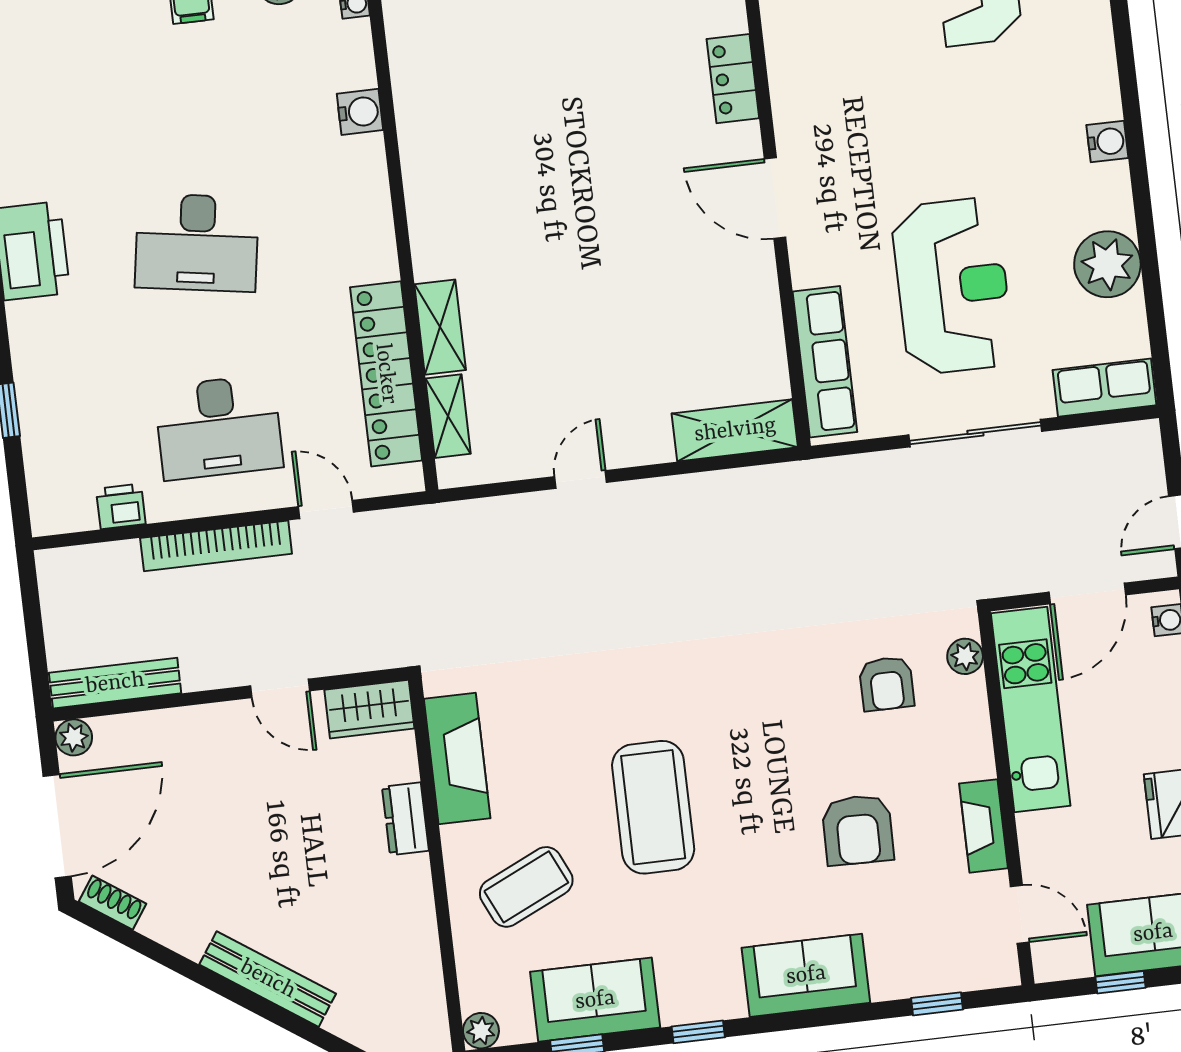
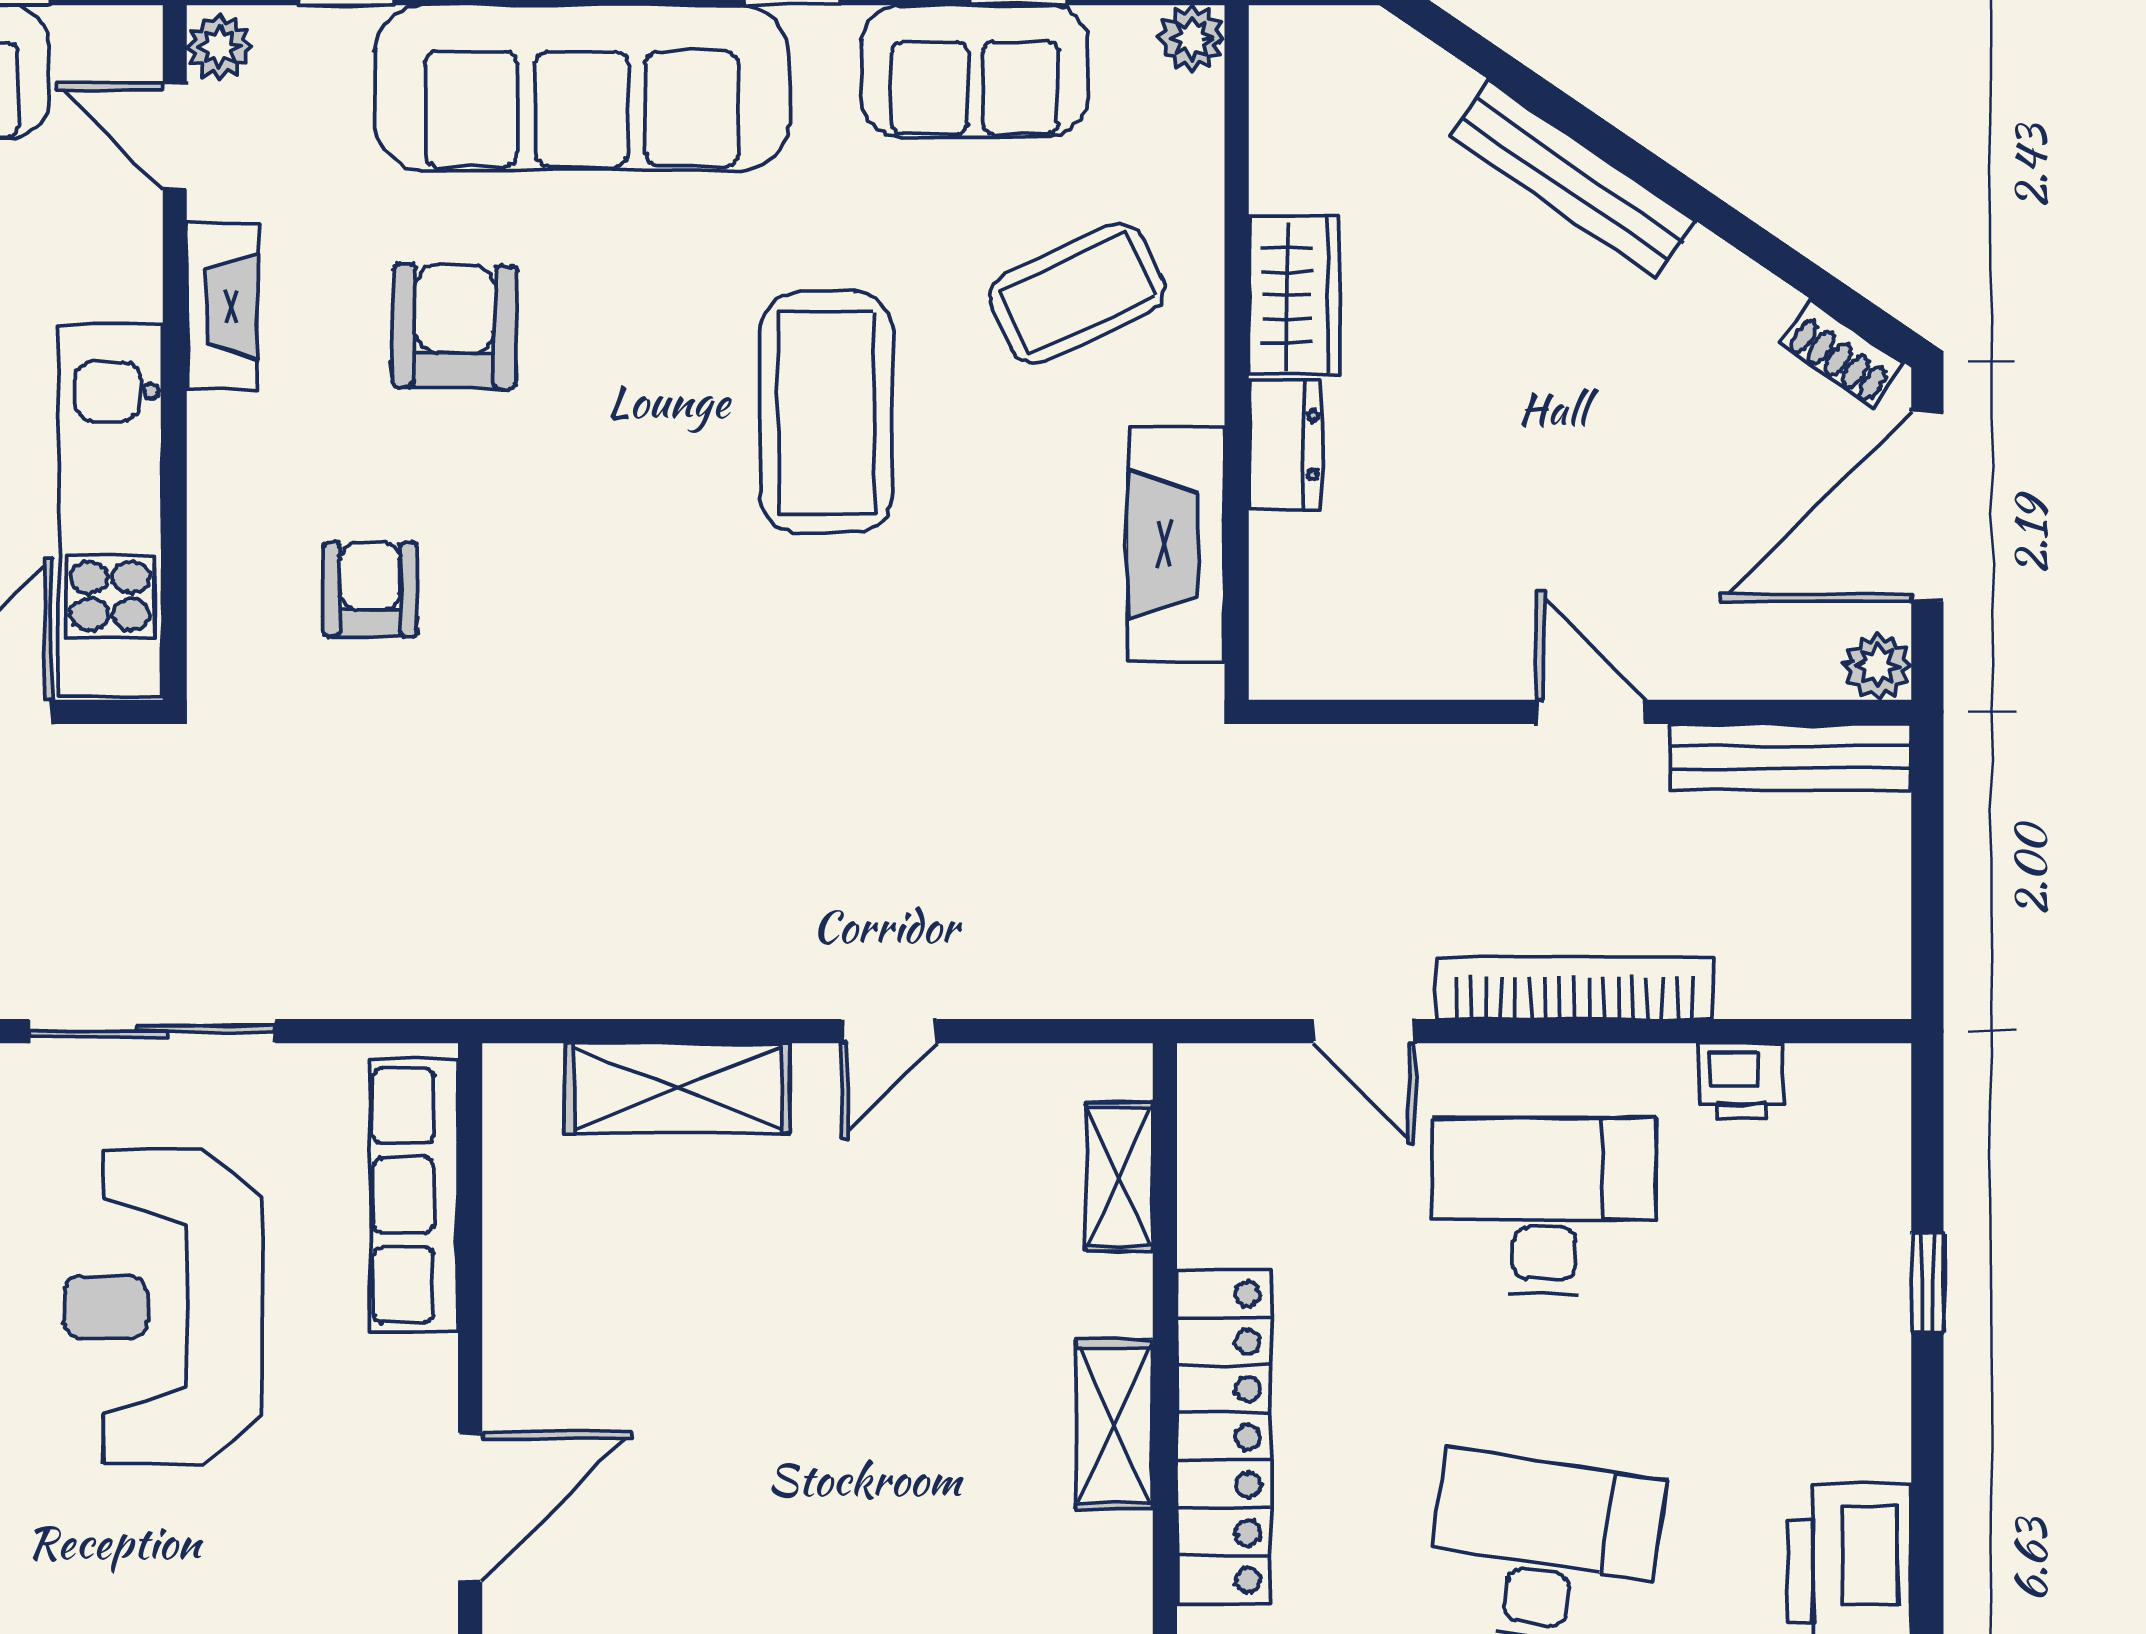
door: (775, 198) -> (470, 1507), hinge flipped
shelving: (440, 327) -> (1115, 1424), moved
locker: (386, 374) -> (1224, 1437), moved
shelving: (735, 430) -> (677, 1088), moved
plant: (965, 656) -> (220, 47), moved
door: (280, 688) -> (1591, 712), moved
wardrobe: (369, 709) -> (1294, 295), moved, turned 90
sofa: (806, 975) -> (582, 88), width x1.85, depth x1.27

